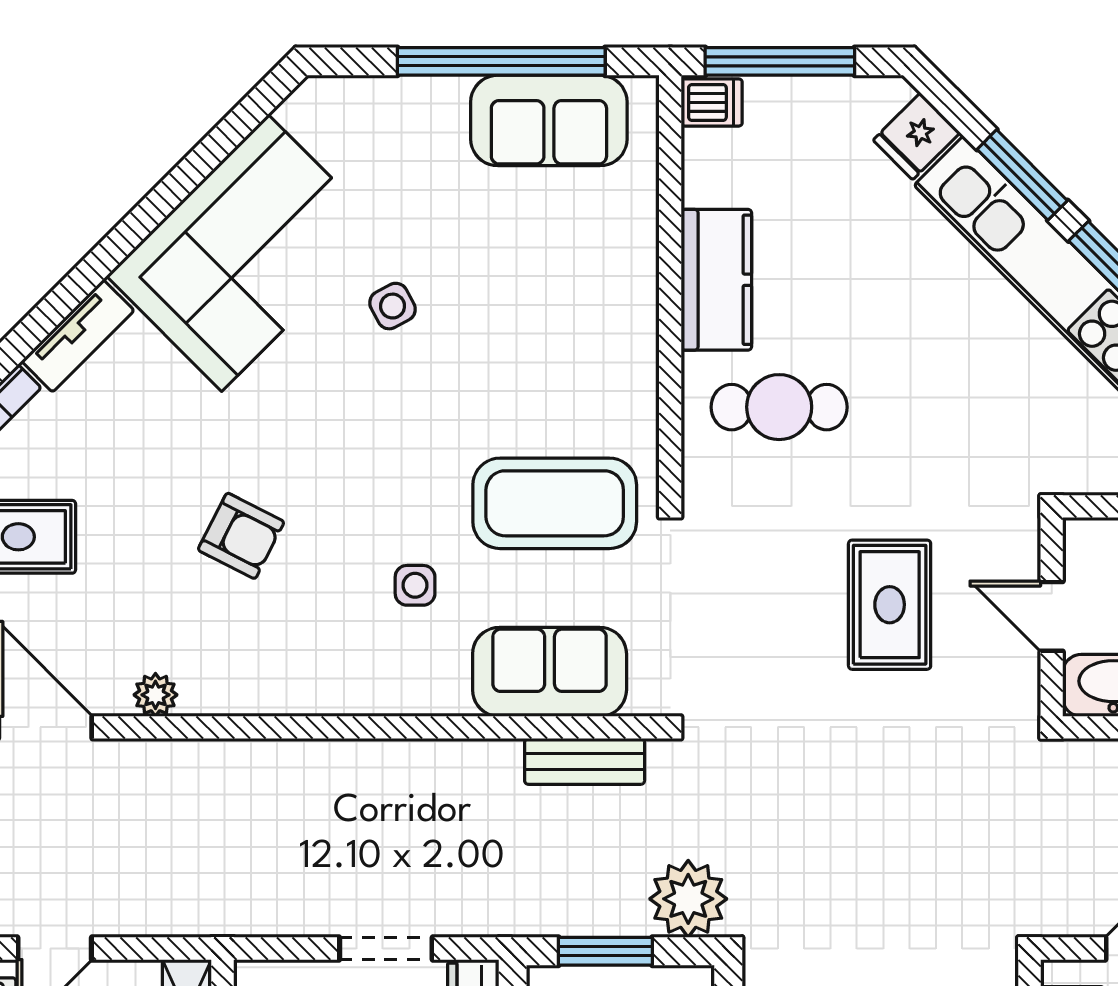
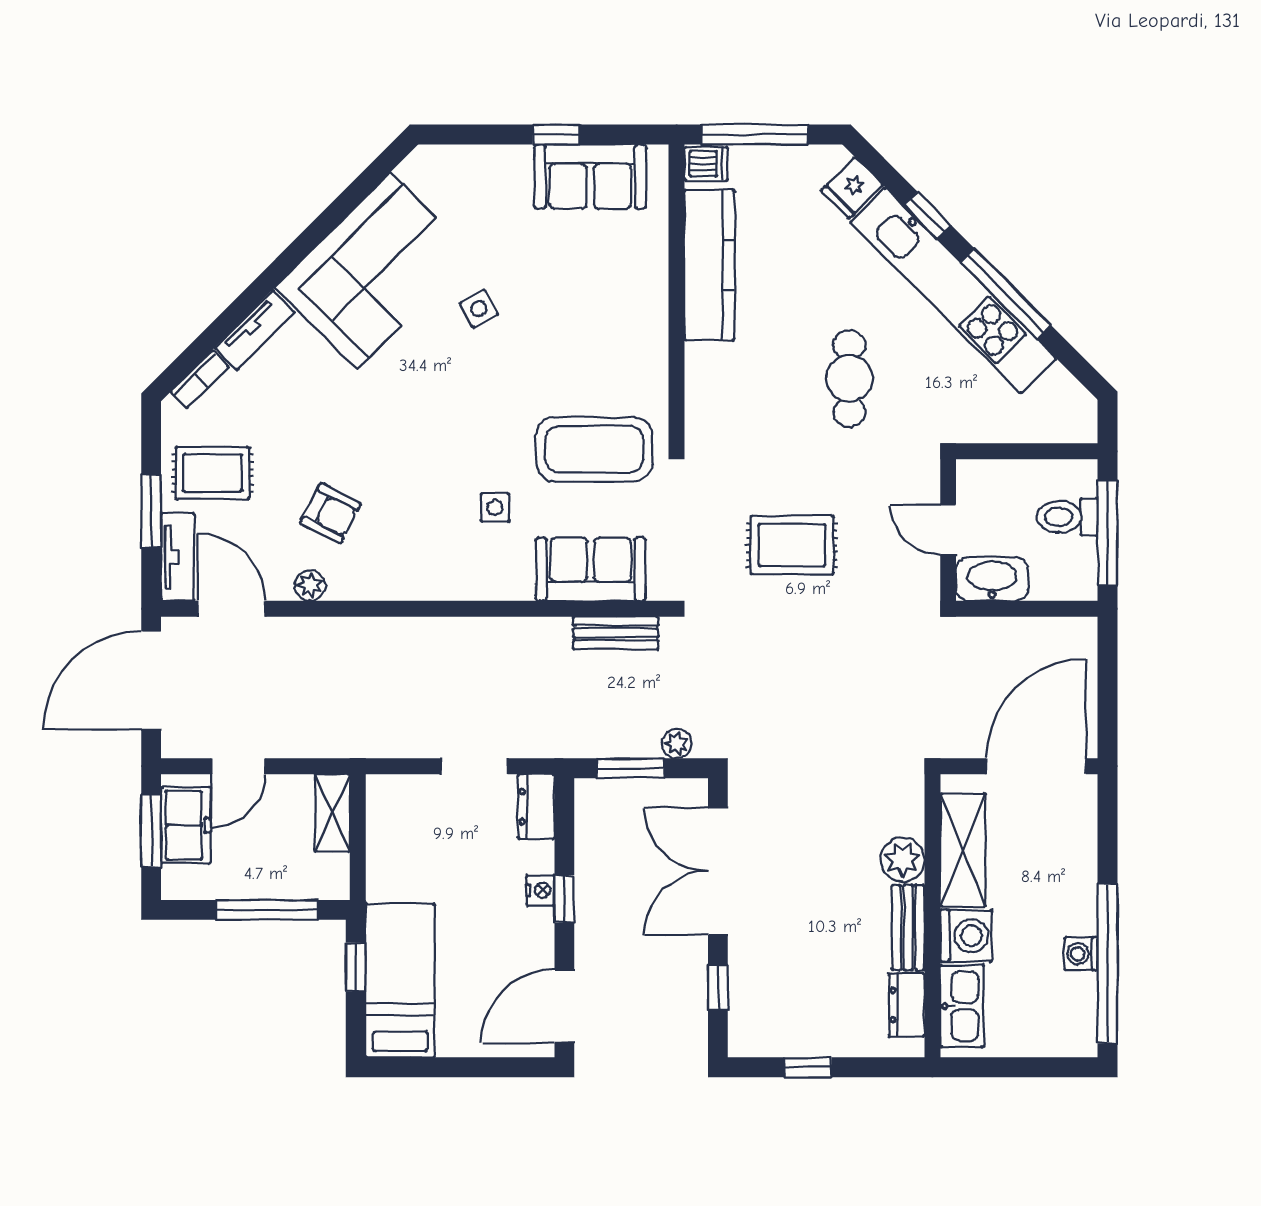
window: (501, 61) -> (556, 135), width x0.32
window: (1022, 175) -> (927, 215), width x0.67
kitchen counter: (716, 280) -> (709, 265), width x1.50
cafe table: (779, 407) -> (849, 378), moved, turned 90
armchair: (241, 536) -> (330, 513), moved
rug: (890, 605) -> (792, 545), moved, turned 90
plant: (688, 899) -> (677, 744), width x0.53, depth x0.53

